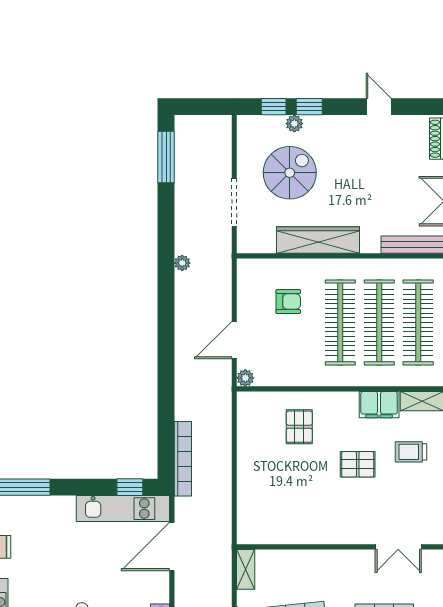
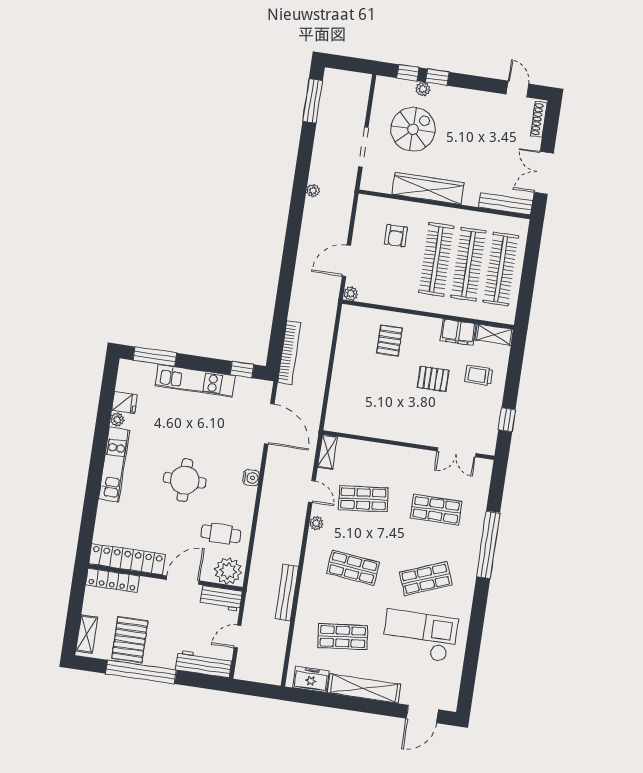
door: (379, 107) -> (518, 89), moved
armchair: (288, 302) -> (396, 236), turned 90
kitchen unit: (123, 509) -> (195, 381), moved
door: (172, 546) -> (269, 424), swing flipped

